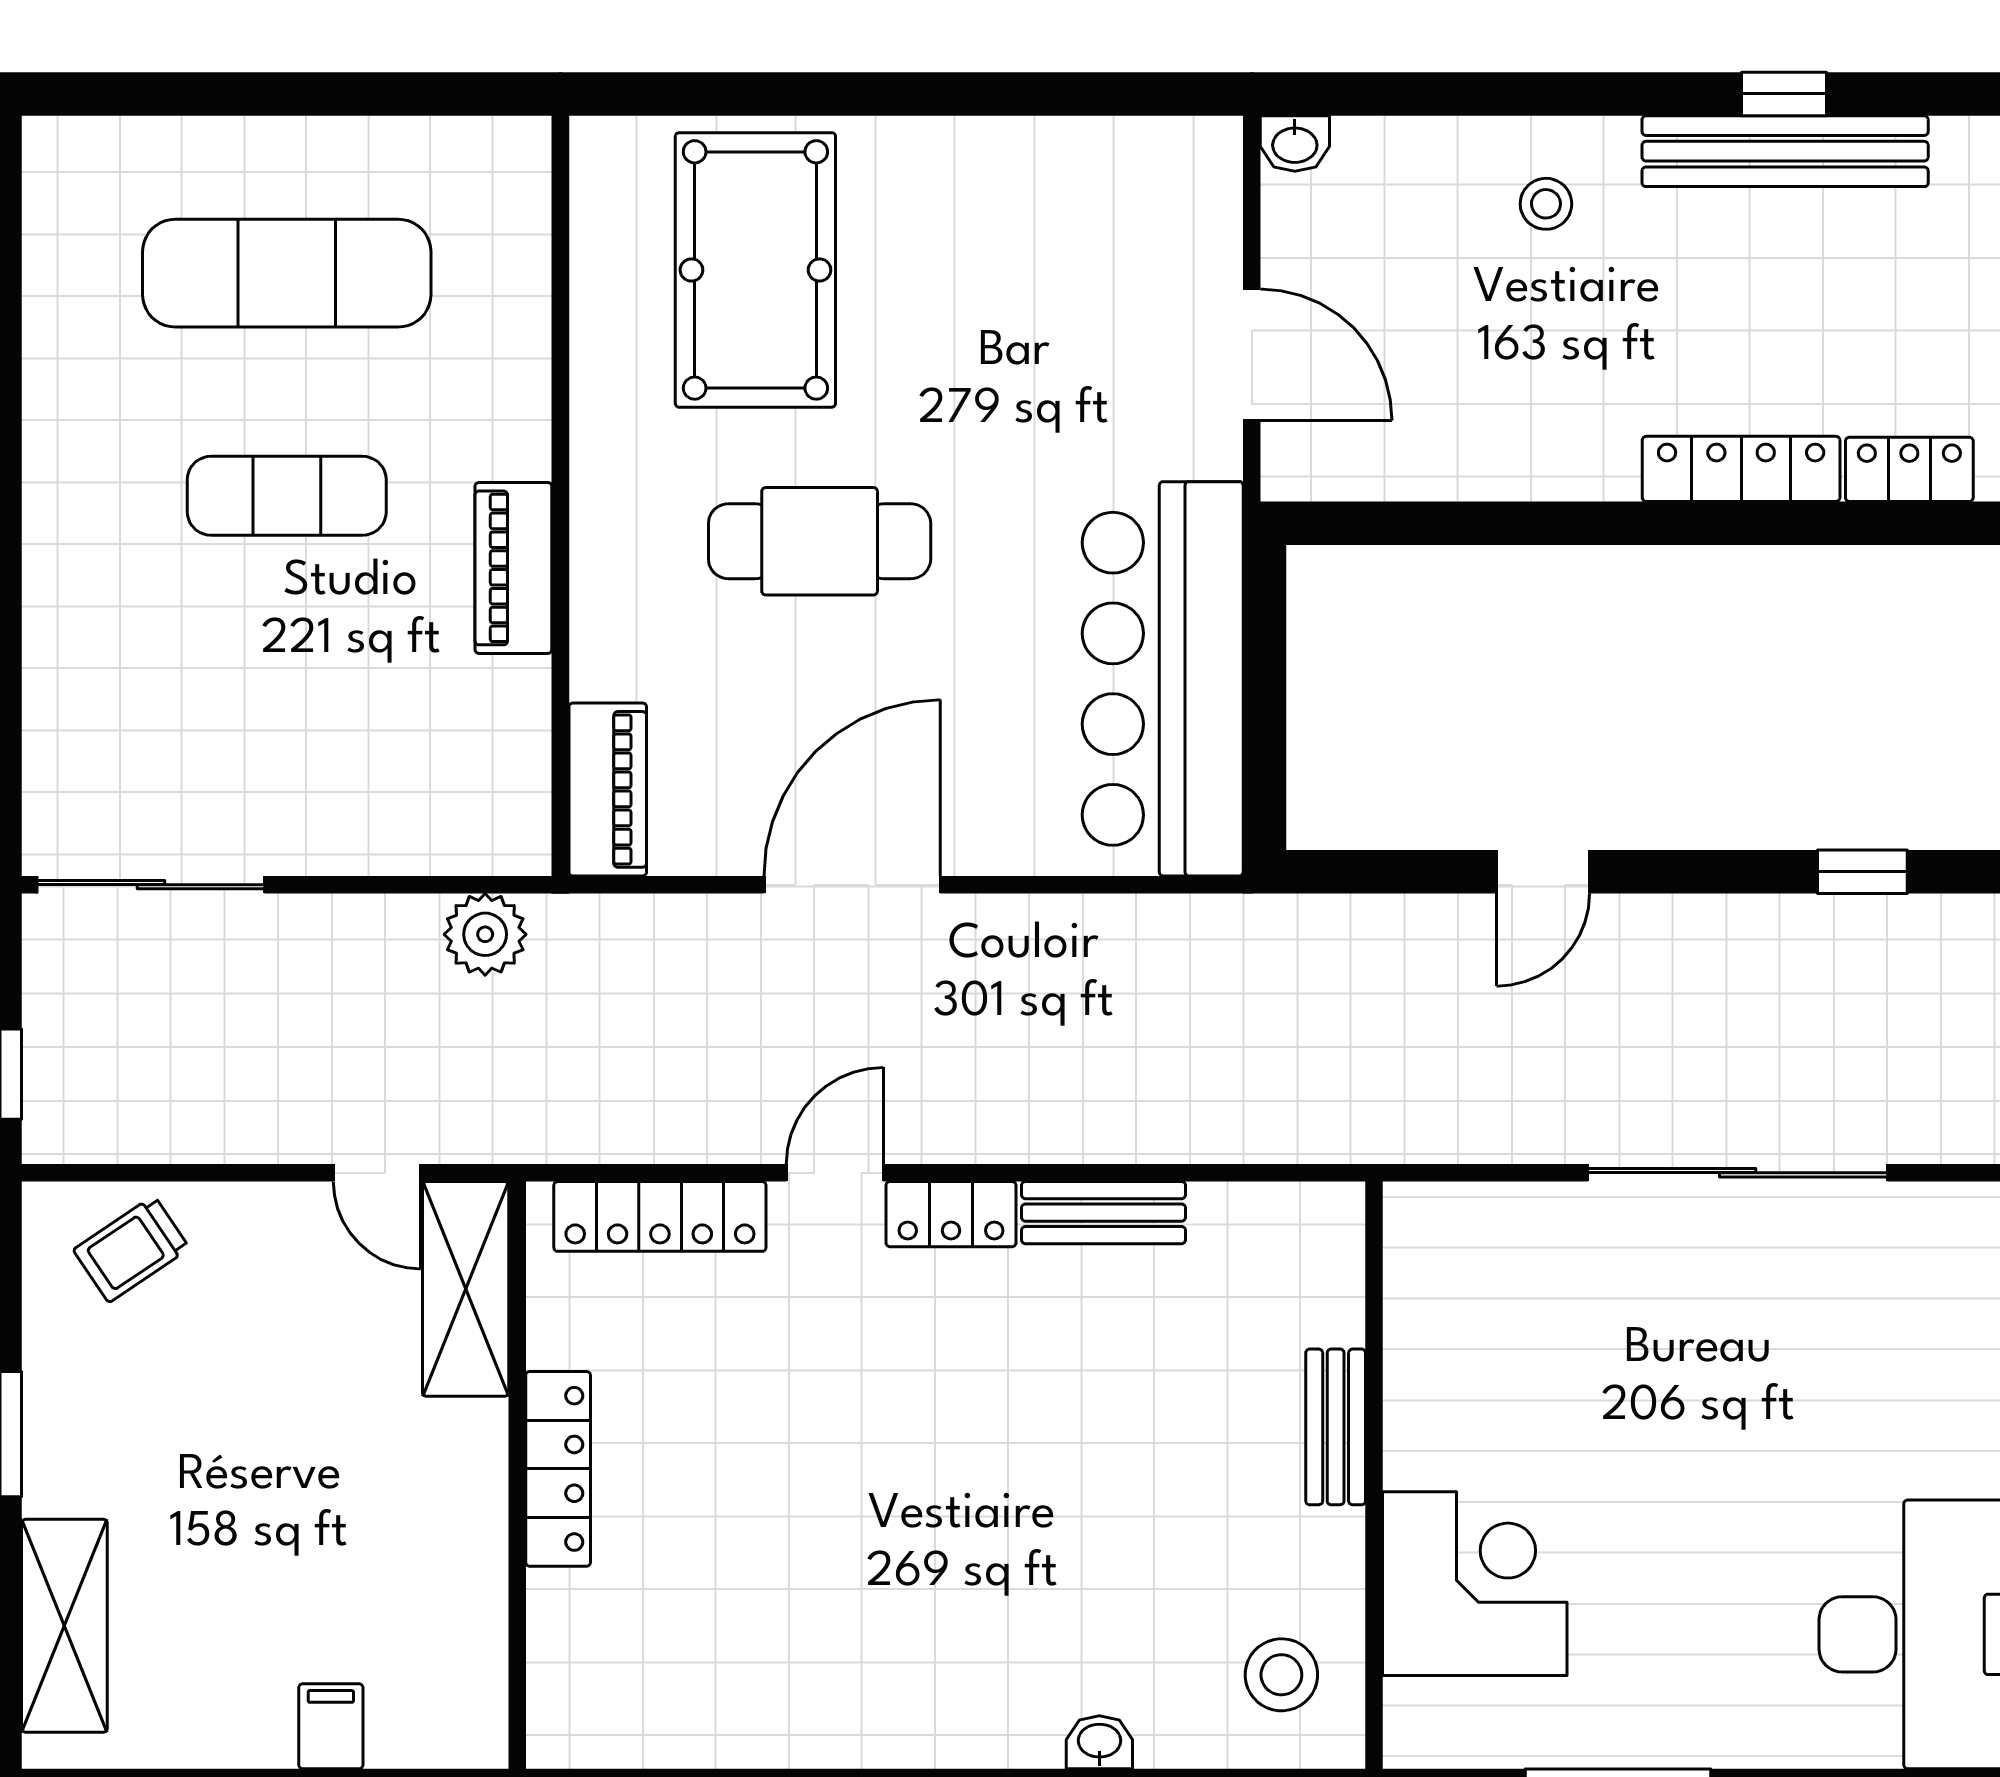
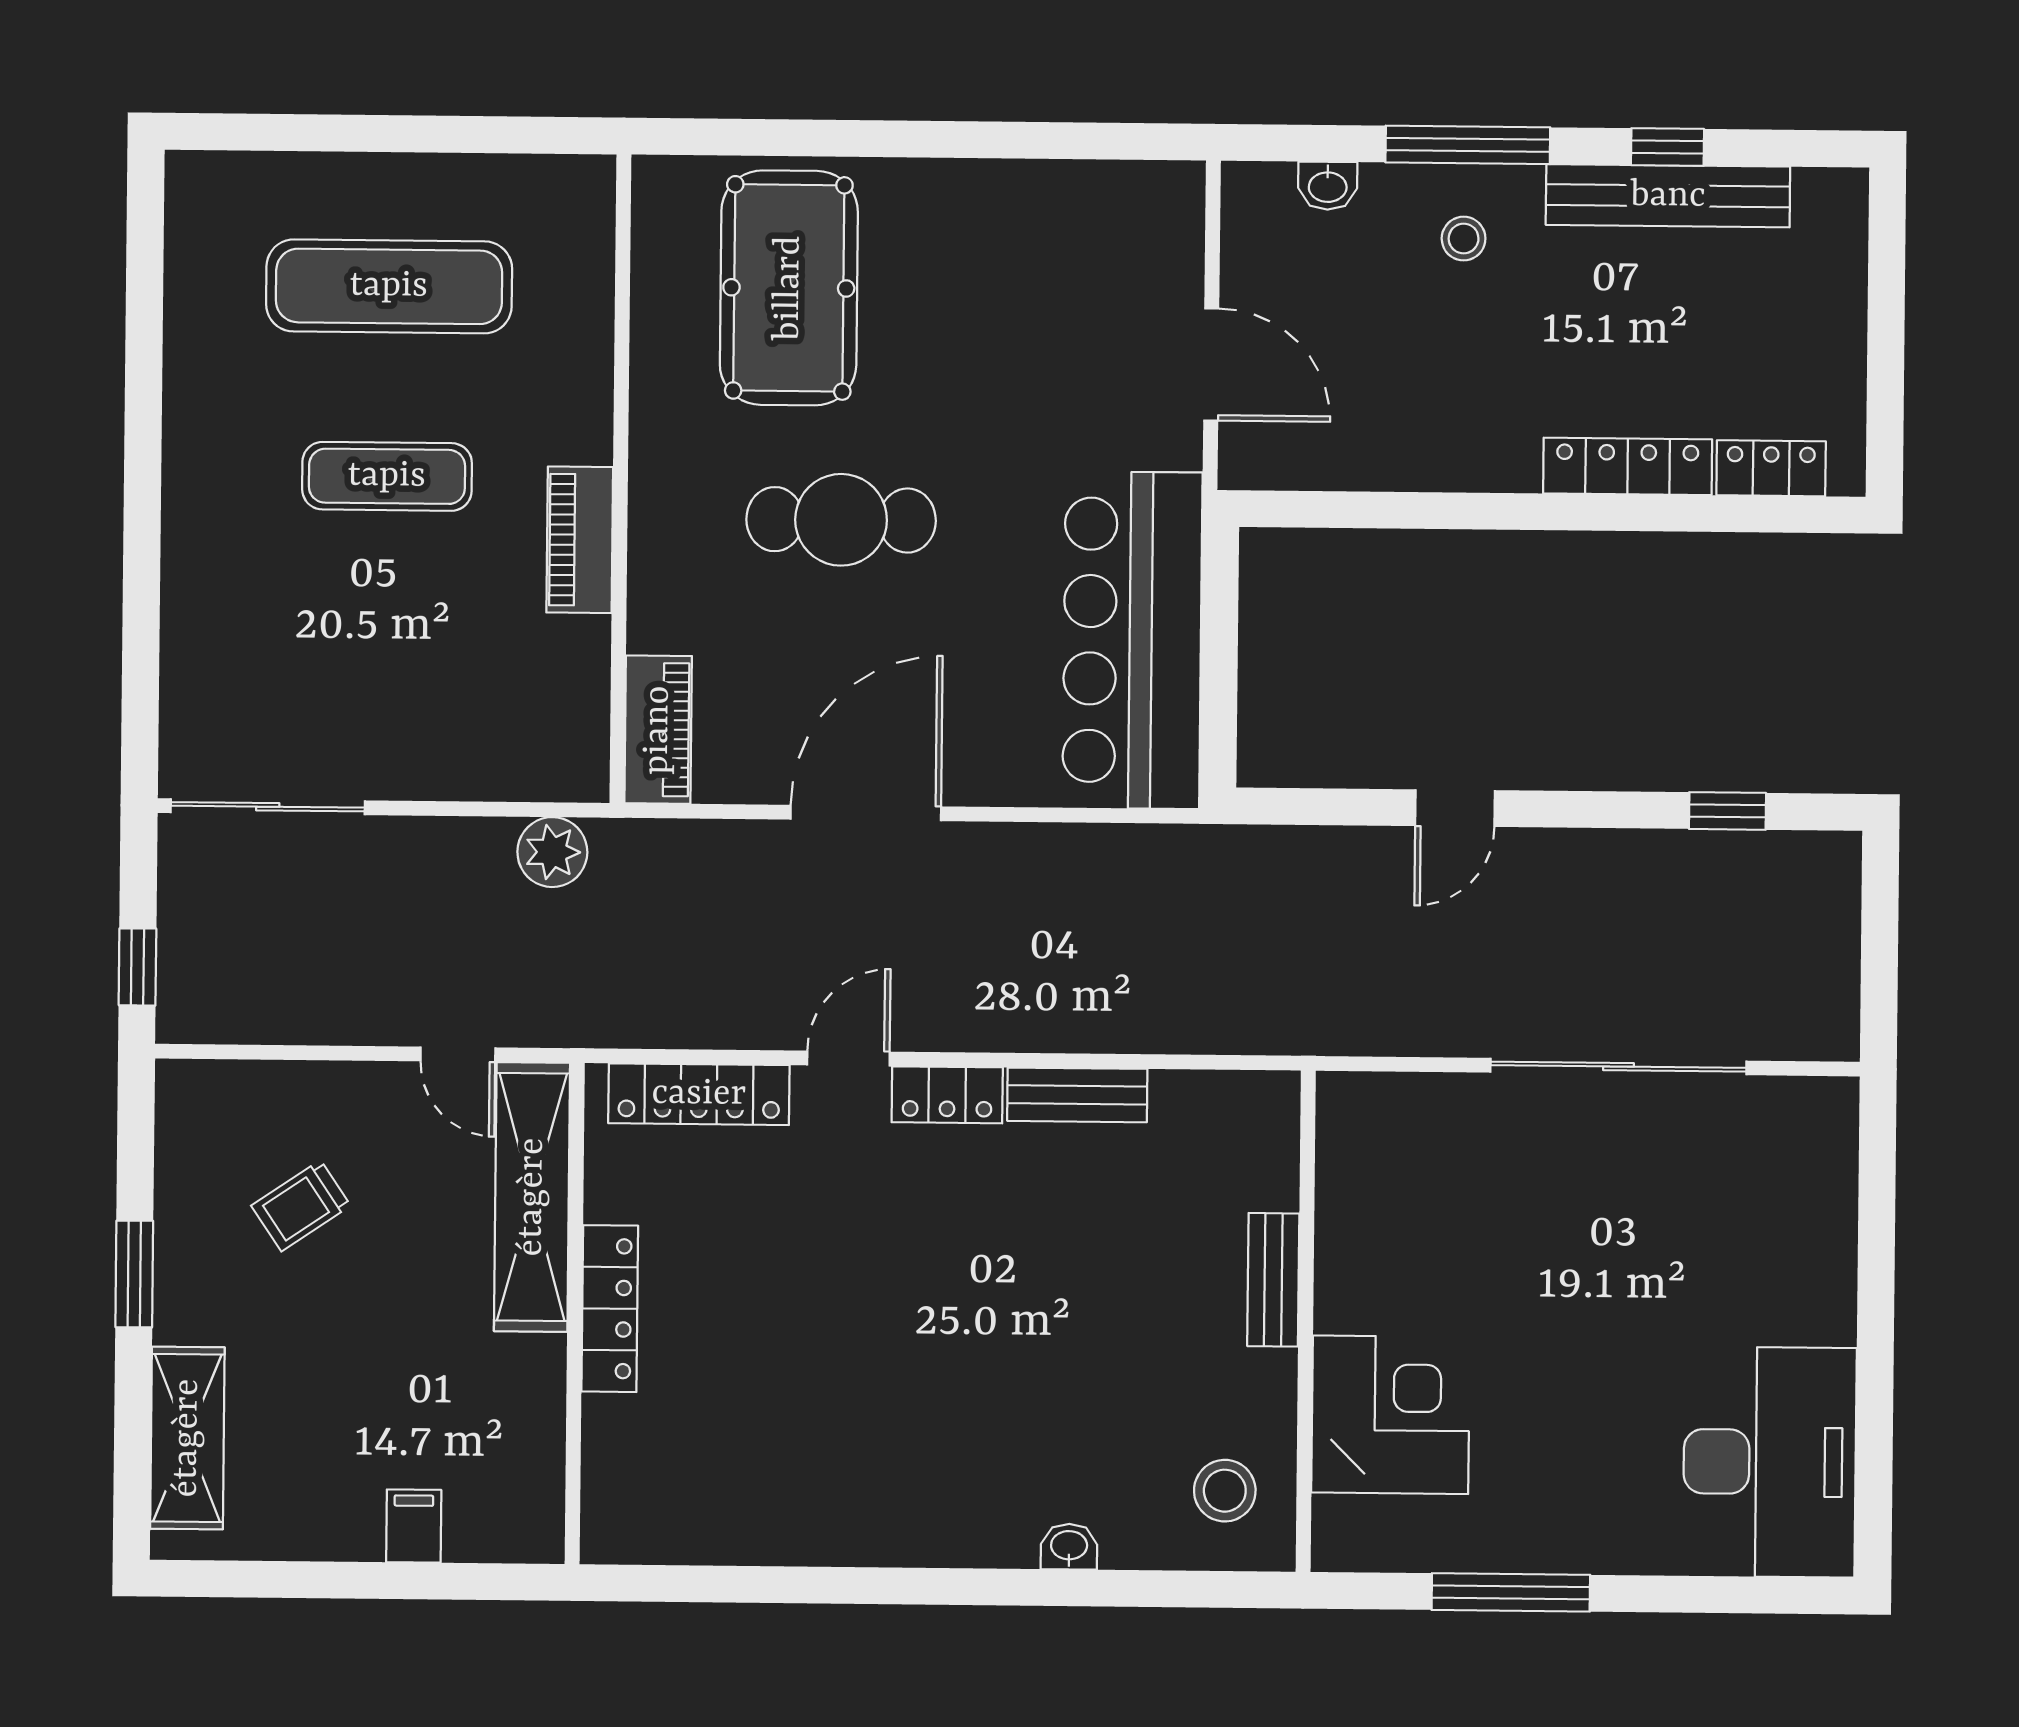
window: (1550, 94) -> (1468, 145), added
washbasin: (1295, 144) -> (1328, 186), moved
trolley: (131, 1249) -> (301, 1206), moved
shelving: (466, 1289) -> (532, 1197), width x1.47

